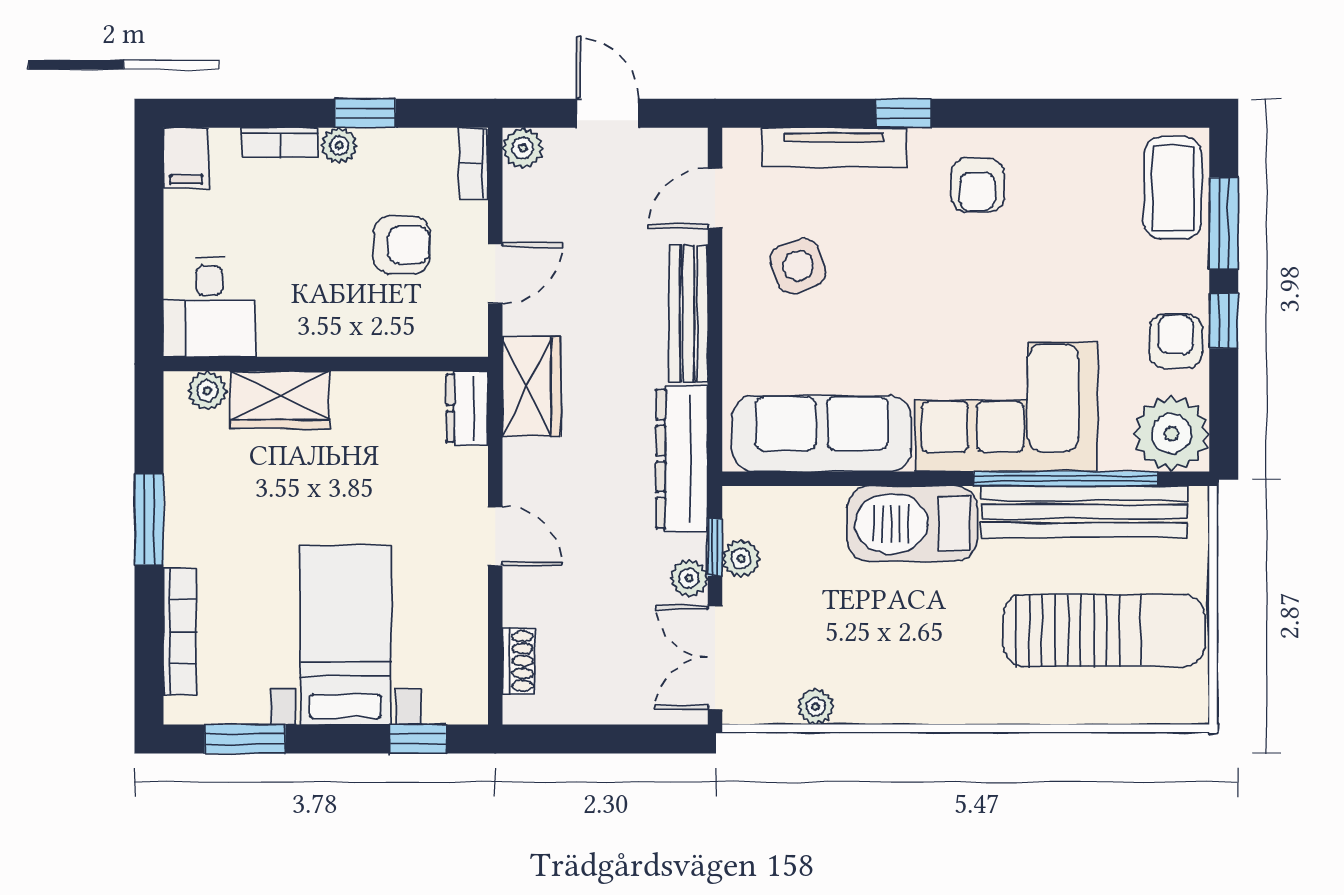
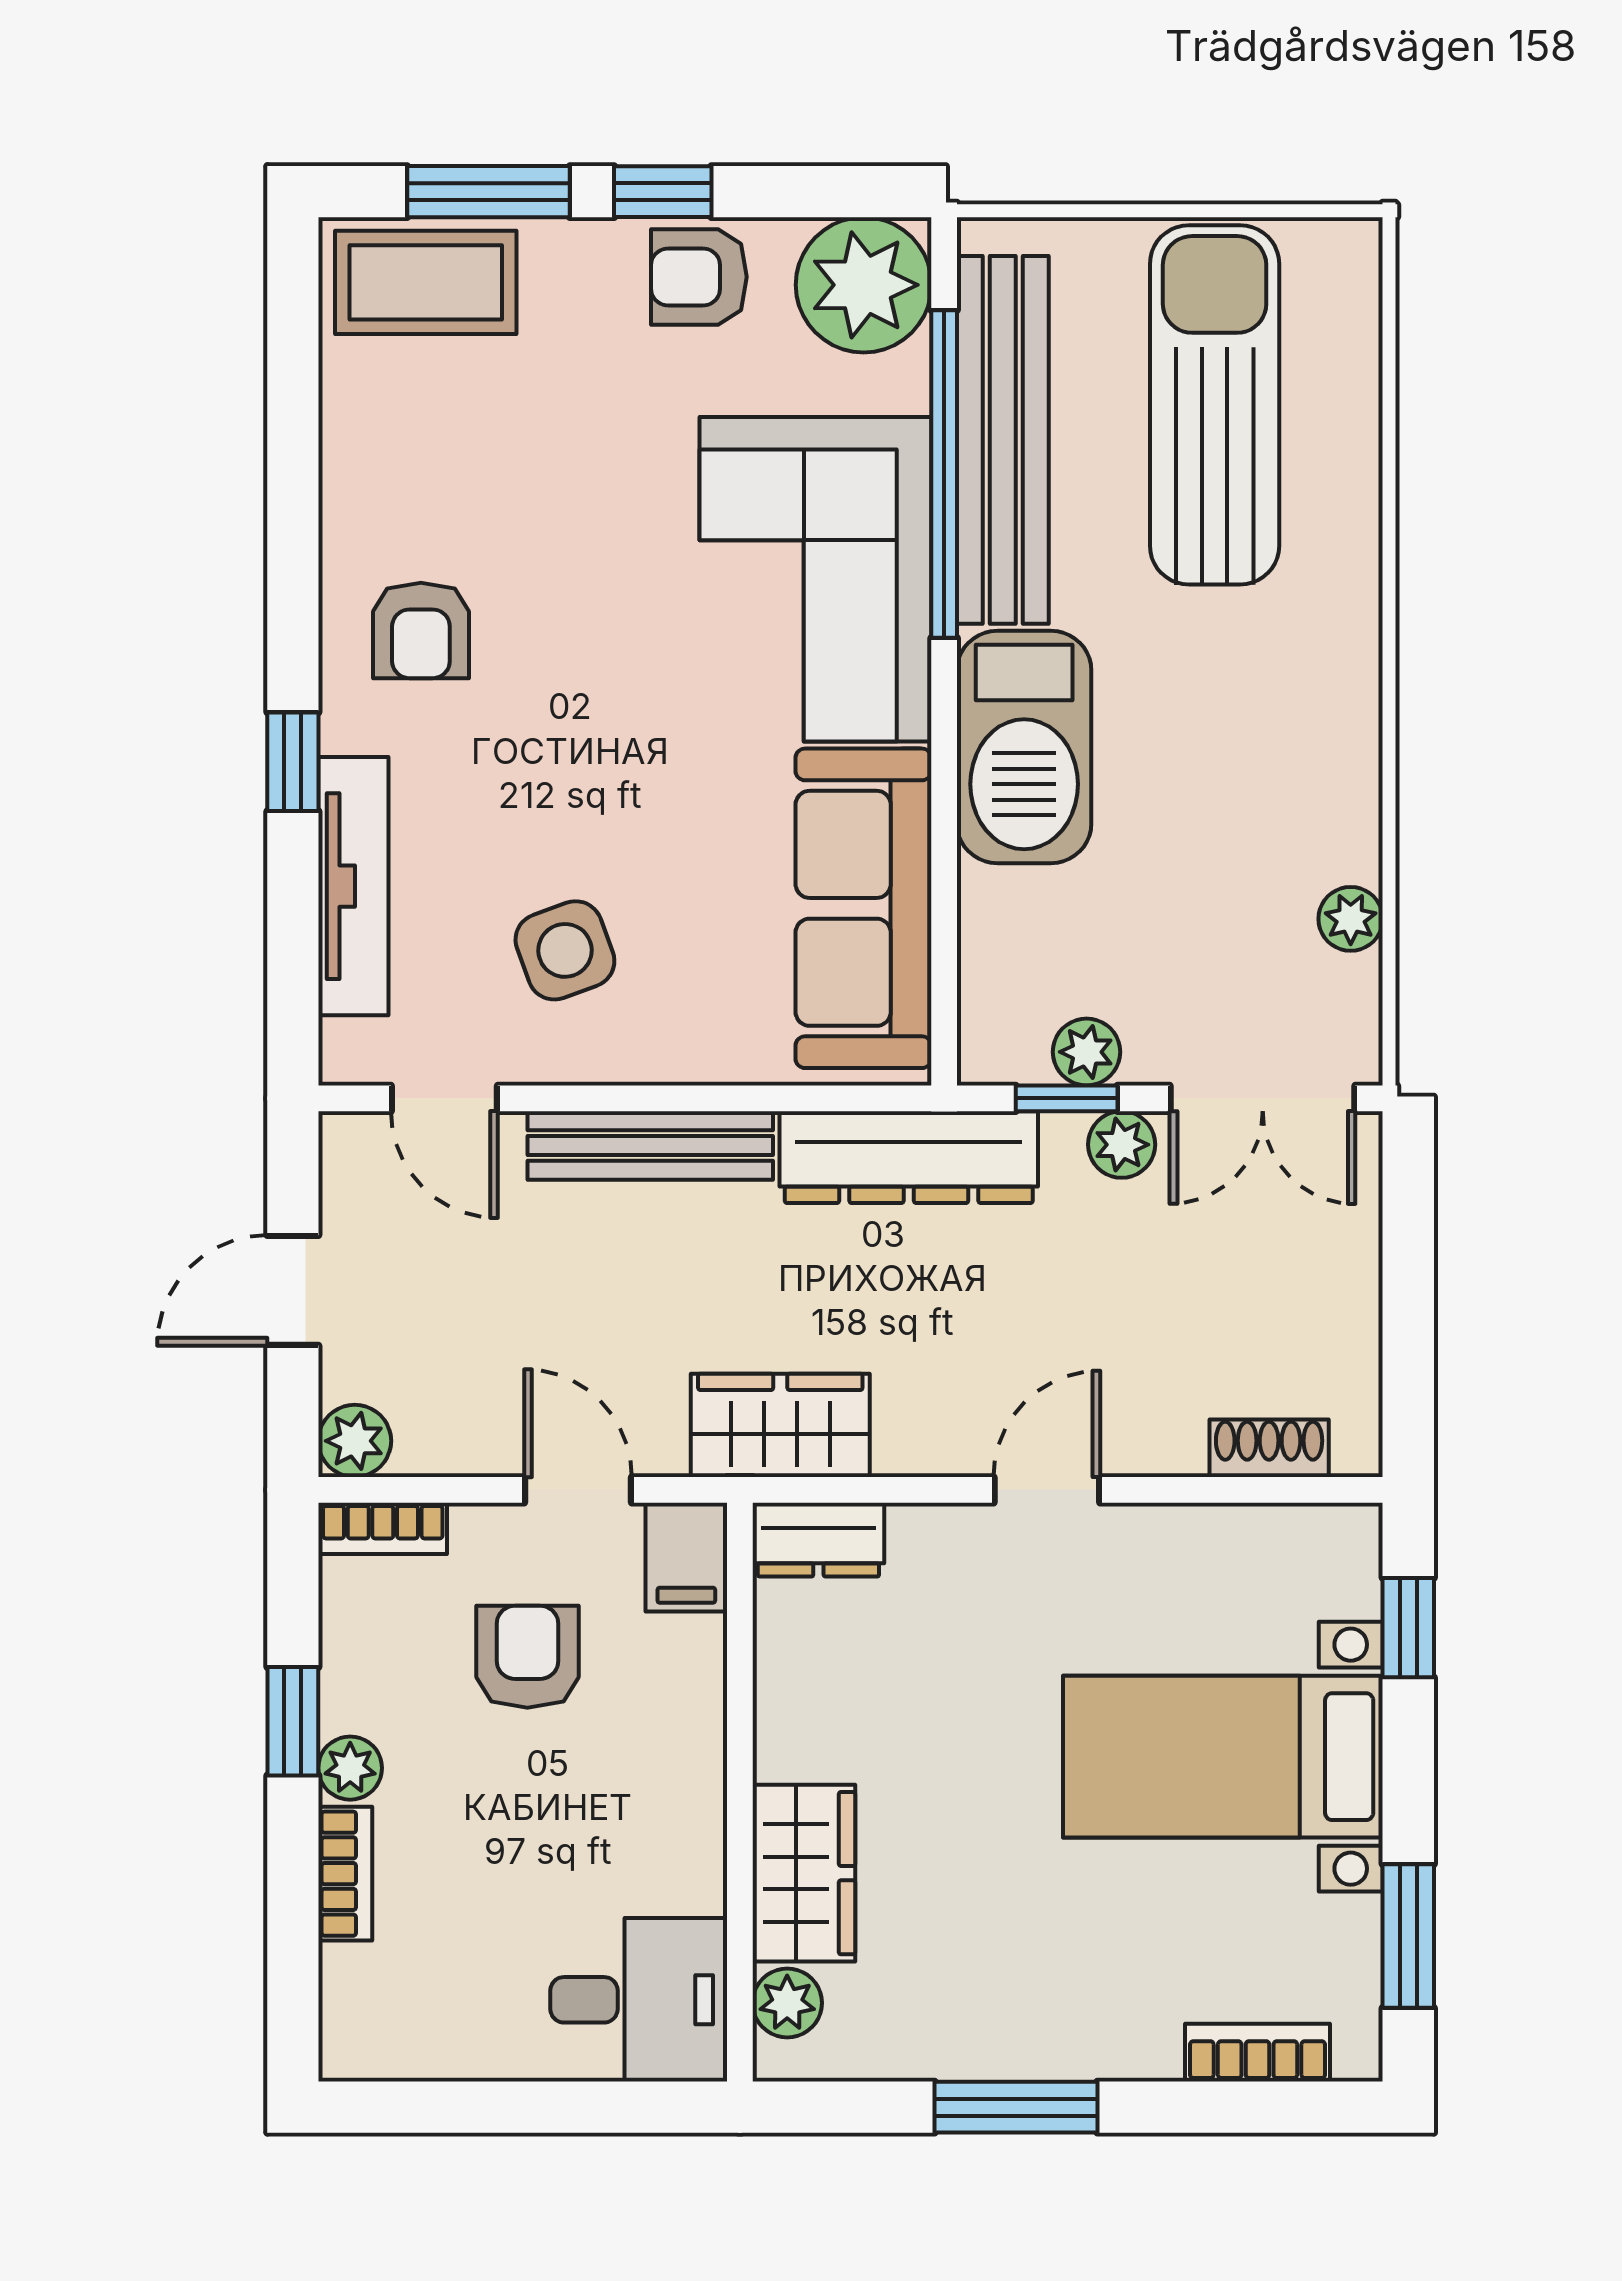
filing cabinet: (186, 158) -> (686, 1557), moved, turned 90
armchair: (977, 185) -> (421, 630), turned 90
bookcase: (180, 632) -> (1258, 2053), width x0.64

